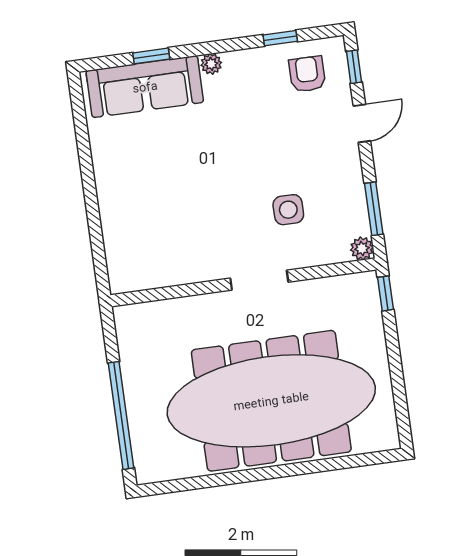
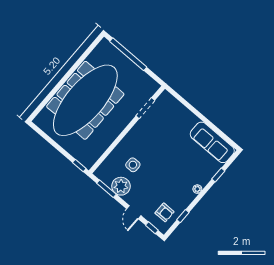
sofa: (145, 87) -> (212, 142), moved, turned -90
plant: (362, 249) -> (121, 186), moved, width x1.87, depth x1.87
doorway: (259, 280) -> (145, 108), moved

